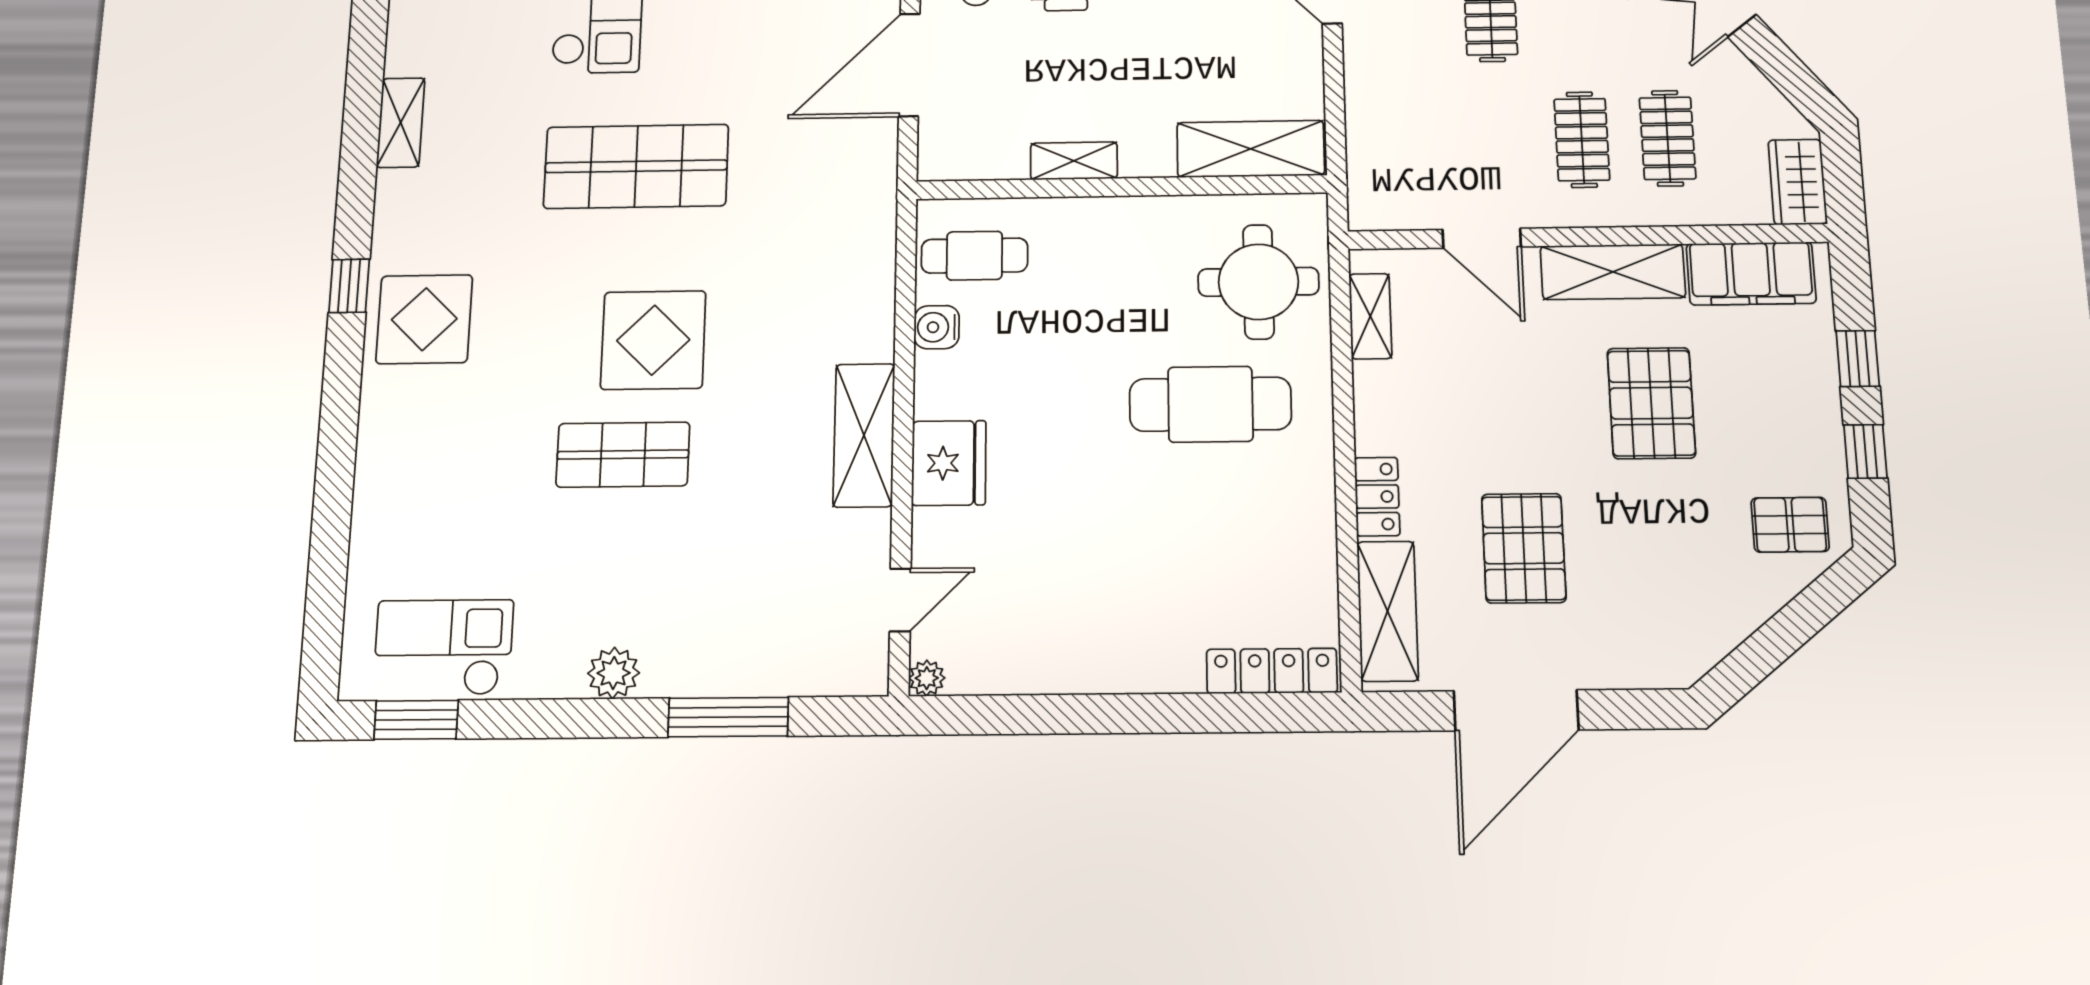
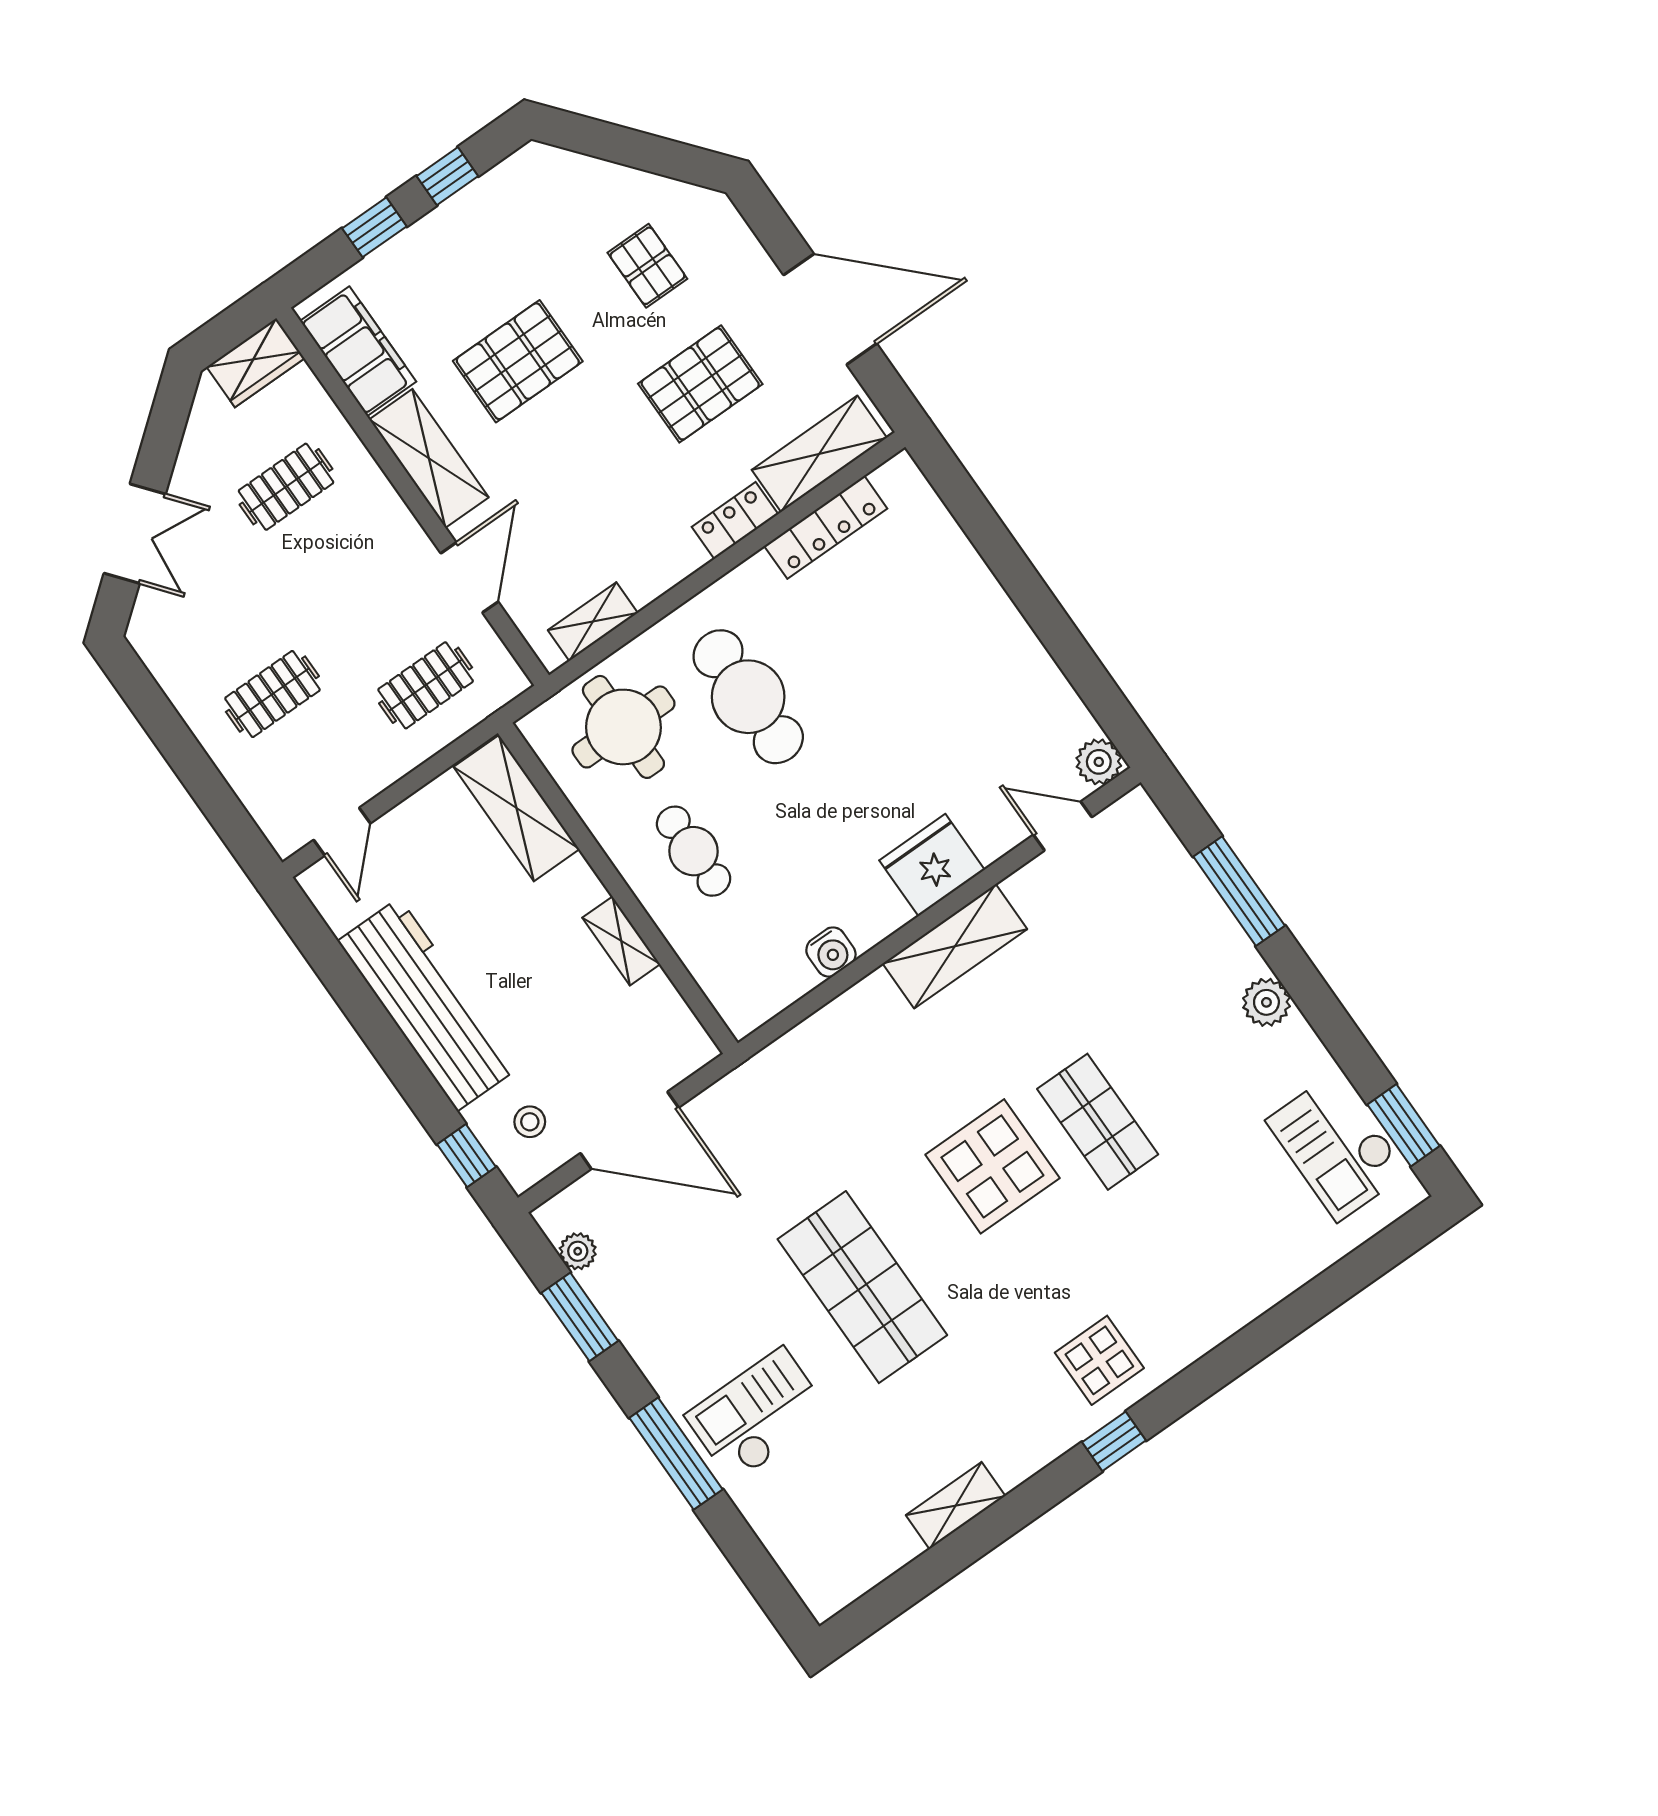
clothes rail: (1582, 140) -> (426, 685), moved
cafe table: (974, 256) -> (694, 851), moved
display table: (424, 319) -> (1099, 1360), width x0.73, depth x0.73
pallet: (1790, 525) -> (647, 266), moved
locker: (1272, 671) -> (826, 527), moved, turned -90
plant: (927, 678) -> (1099, 762), width x1.38, depth x1.38

